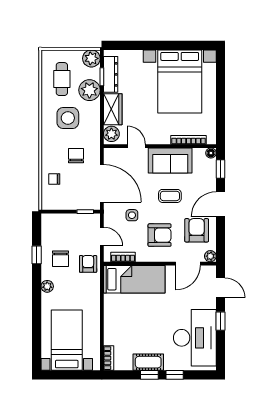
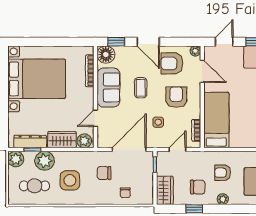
floor lamp: (211, 153) -> (106, 55), width x1.89, depth x1.89
wardrobe: (57, 223) -> (165, 190), added
armchair: (88, 264) -> (223, 173), moved

